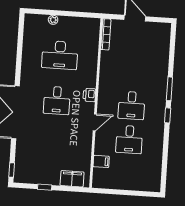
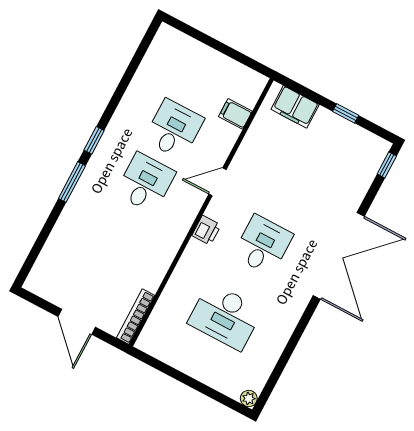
plant: (53, 20) -> (249, 398), moved
desk: (60, 55) -> (225, 316), turned 180

